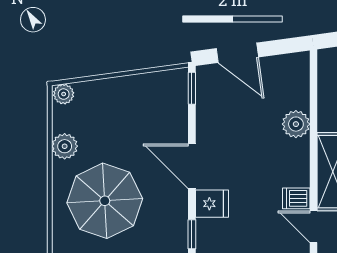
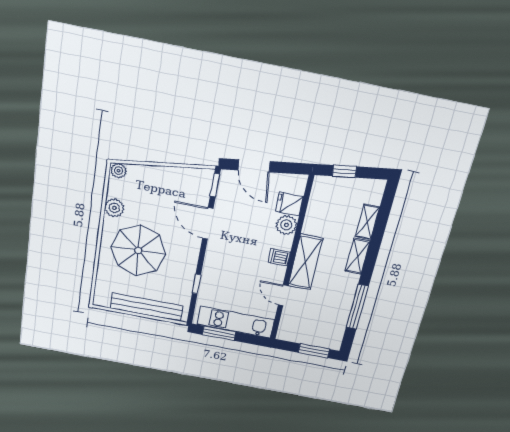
door: (192, 166) -> (208, 223), moved
dishwasher: (296, 198) -> (279, 257), moved
fridge: (212, 204) -> (289, 204), moved, turned 180

